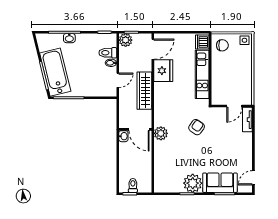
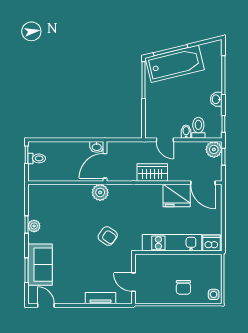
washbasin: (69, 38) -> (216, 99), moved
chair: (222, 45) -> (183, 287), moved
wardrobe: (144, 91) -> (152, 172), width x0.67
tv unit: (247, 120) -> (100, 298), moved
plant: (193, 183) -> (34, 226), width x0.53, depth x0.53

